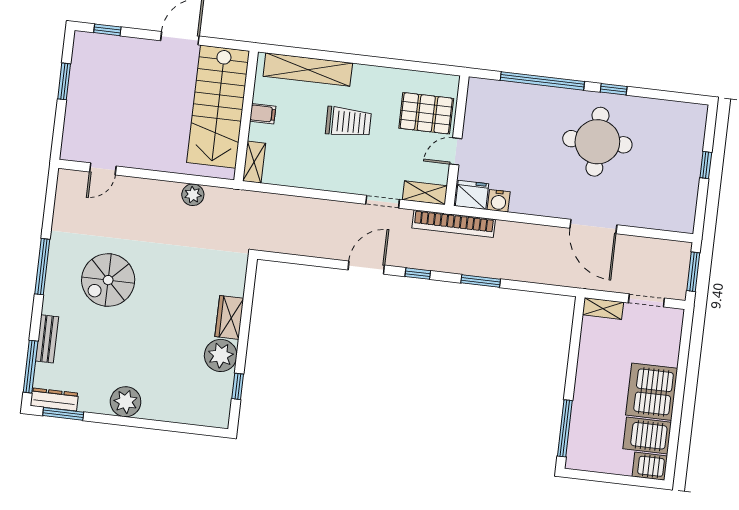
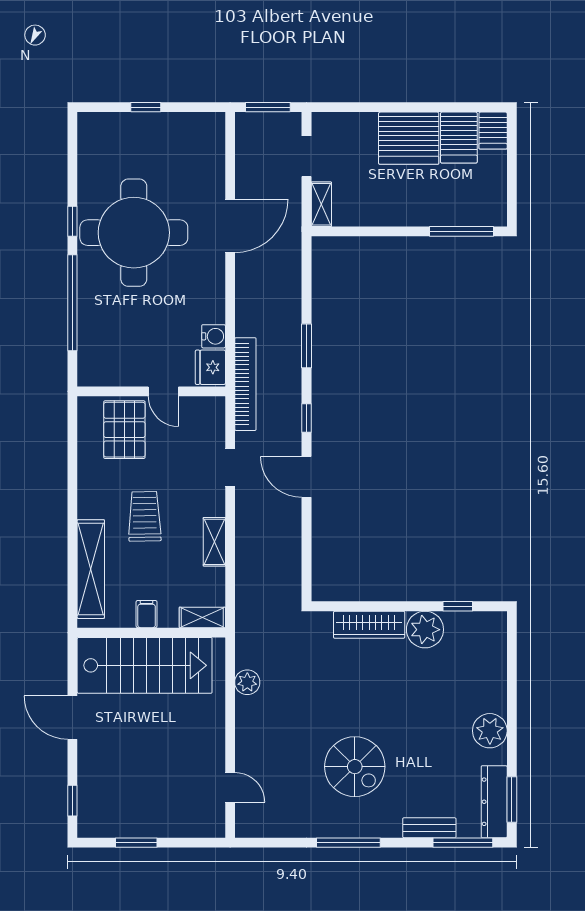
round table: (597, 142) -> (134, 233), width x1.36, depth x1.36
shelving: (425, 193) -> (214, 542), moved
wardrobe: (229, 317) -> (369, 625), width x1.50
dresser: (54, 399) -> (494, 802), width x1.37, depth x1.24

